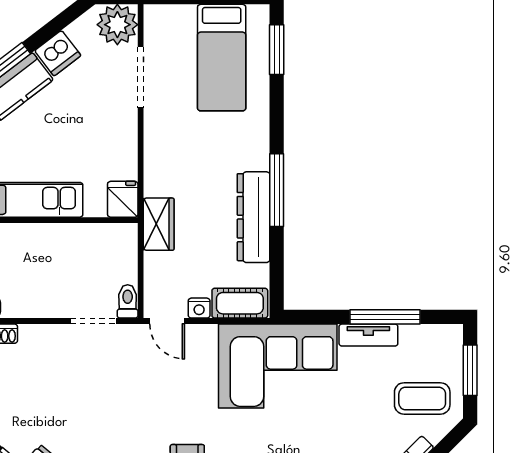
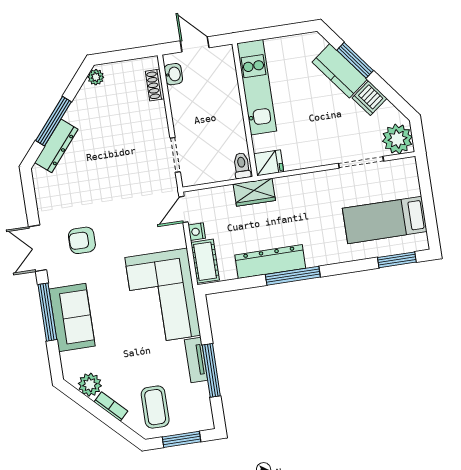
toilet: (128, 301) -> (242, 166), moved, turned -90

